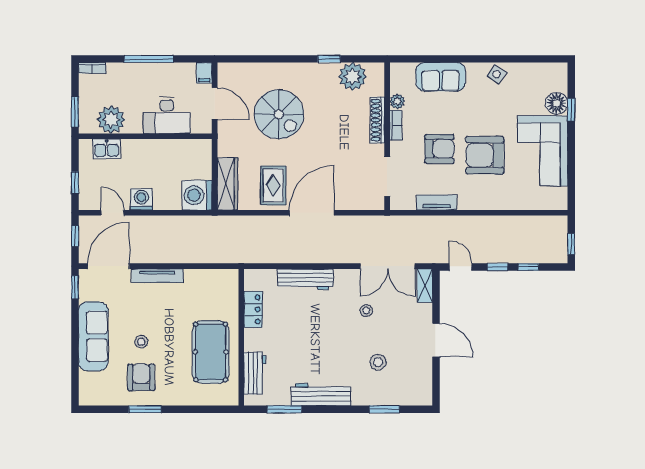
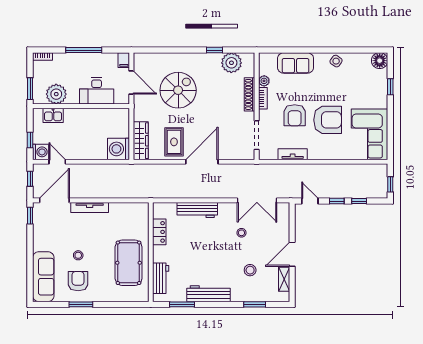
floor lamp: (557, 103) -> (380, 61), moved
spiral stairs: (279, 114) -> (178, 90), turned -90
armchair: (439, 149) -> (295, 115), turned 90
corner sofa: (543, 151) -> (370, 134), moved
armchair: (485, 155) -> (328, 120), turned 180
washing machine: (141, 199) -> (40, 152), moved, turned 90
shelving: (425, 286) -> (284, 279), moved
sofa: (93, 336) -> (43, 277), moved
door: (436, 340) -> (292, 254), swing flipped

